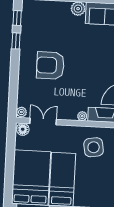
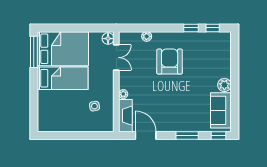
plant: (21, 112) -> (147, 36), moved
side table: (94, 147) -> (94, 106), width x0.54, depth x0.54

